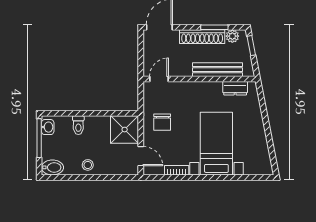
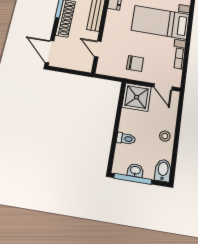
door: (159, 79) -> (98, 49), moved
washbasin: (48, 127) -> (135, 171), moved
door: (141, 156) -> (163, 87), swing flipped

